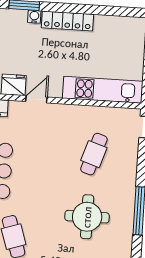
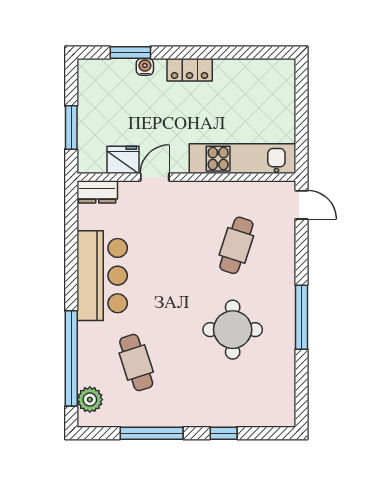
locker: (67, 21) -> (190, 70), width x0.66

